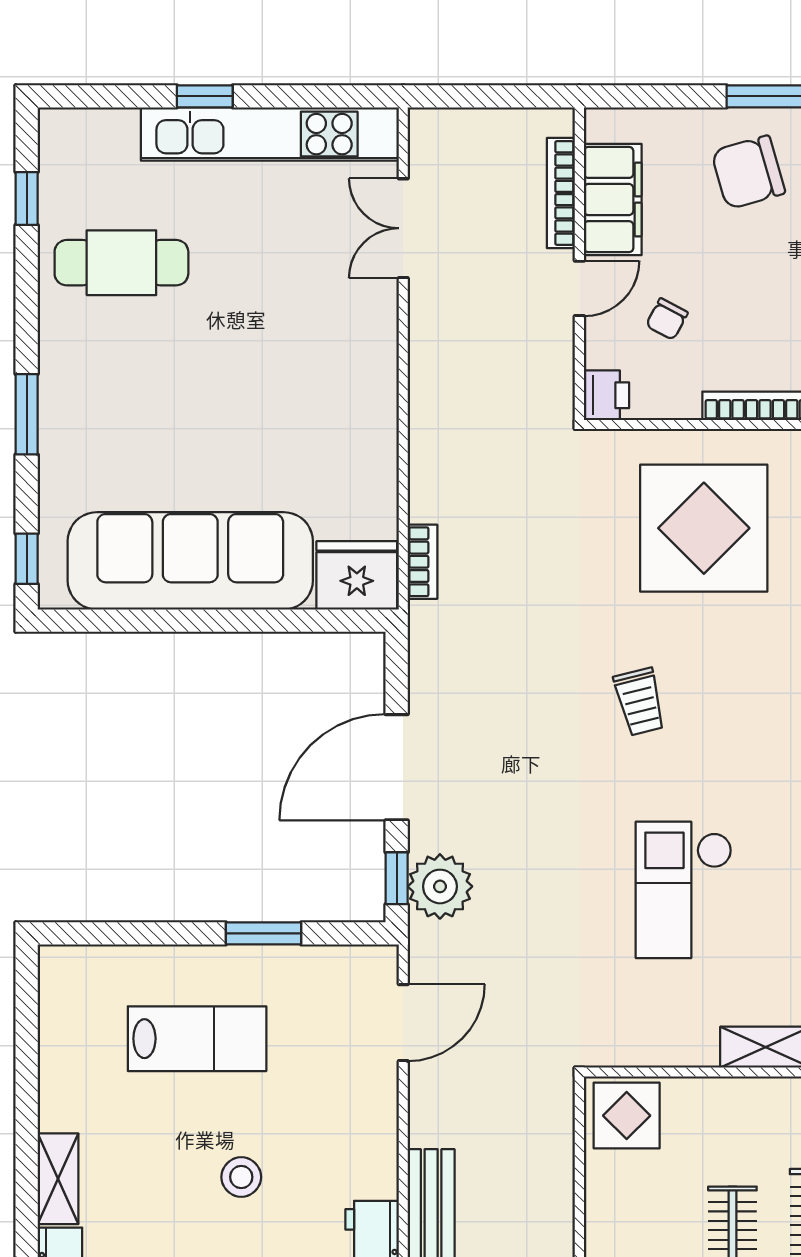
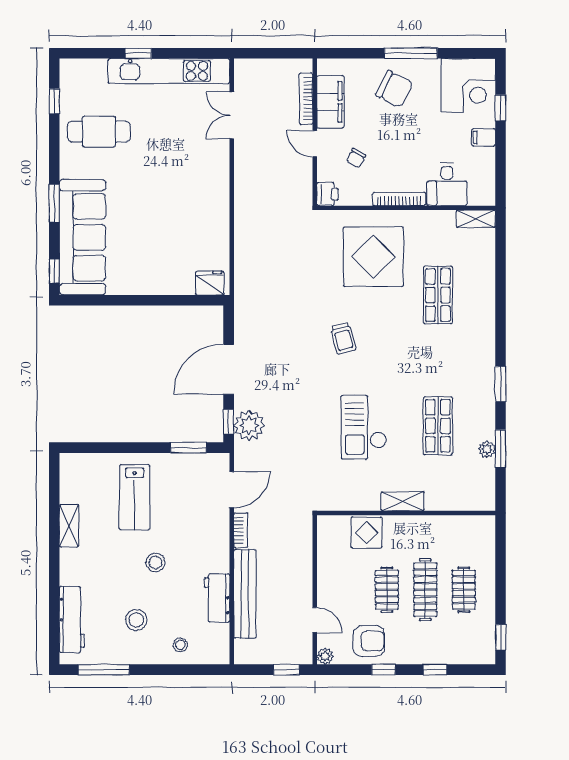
chair: (748, 172) -> (394, 89), turned -138
door: (579, 288) -> (315, 144), swing flipped
sofa: (190, 561) -> (82, 237), moved, turned 90
bookcase: (422, 562) -> (241, 530), moved
fridge: (357, 575) -> (210, 283), width x0.73, depth x0.75
window: (263, 933) -> (188, 448), moved
lab bench: (197, 1039) -> (135, 497), turned 90
display table: (627, 1116) -> (367, 533), moved
shelving: (58, 1179) -> (69, 526), moved

